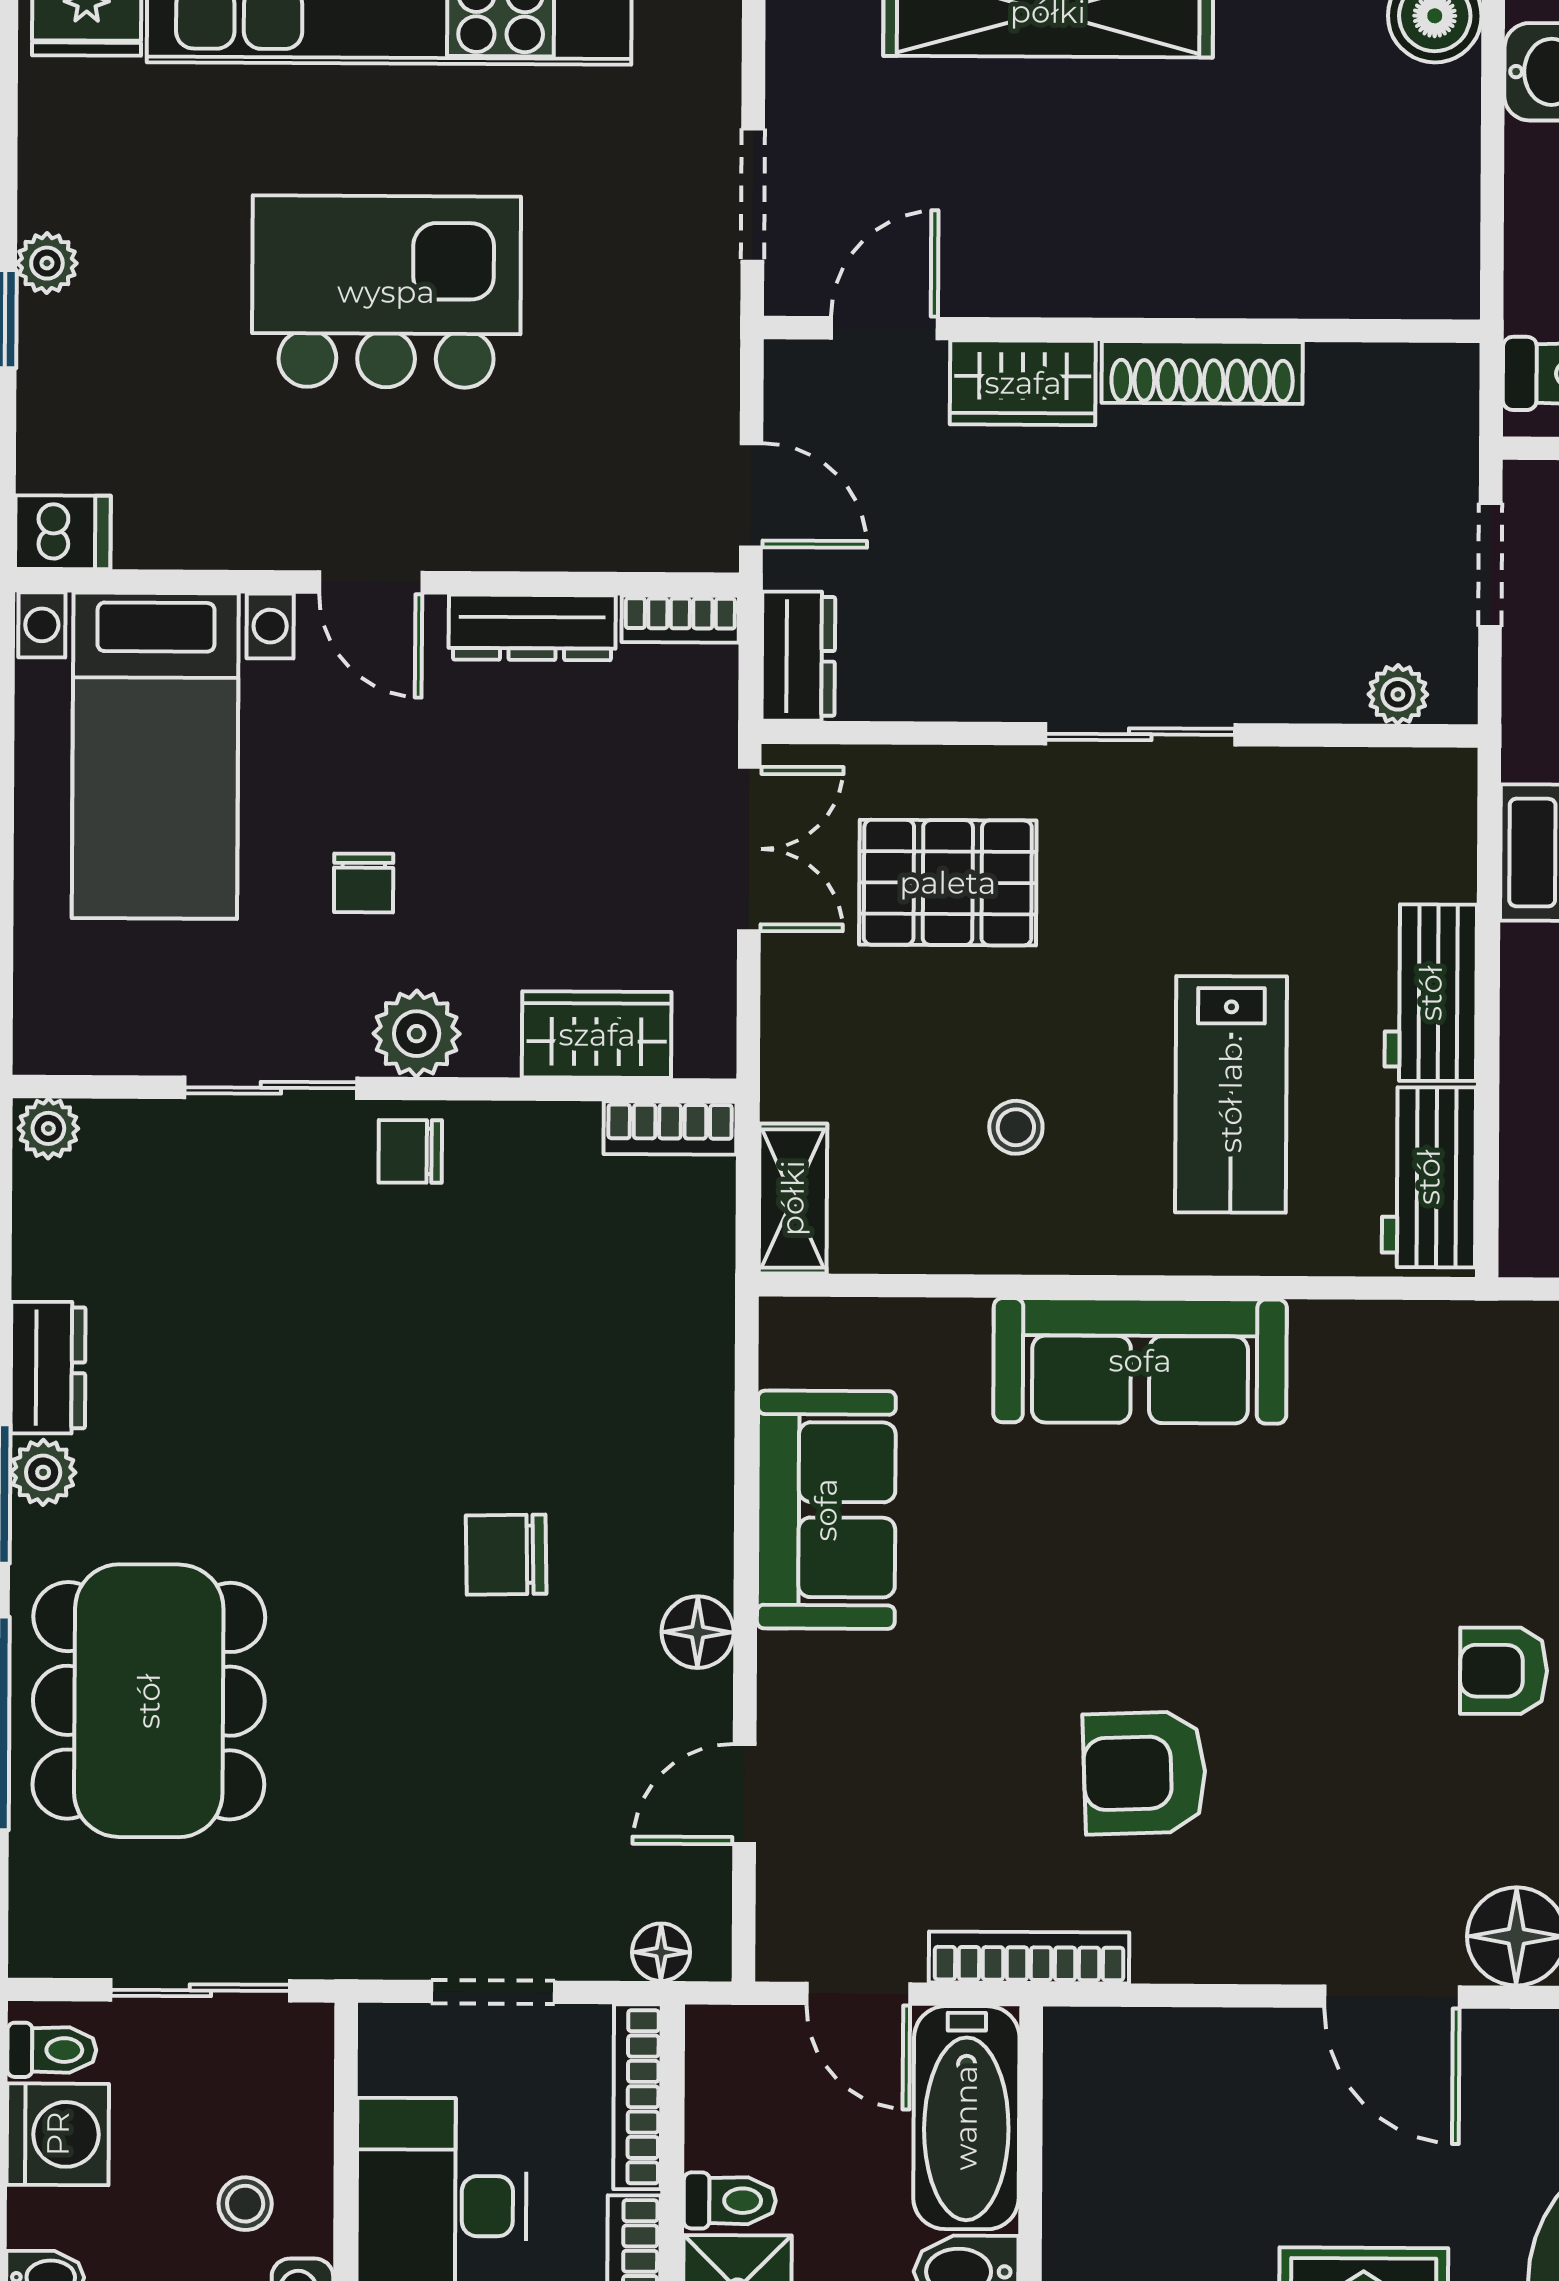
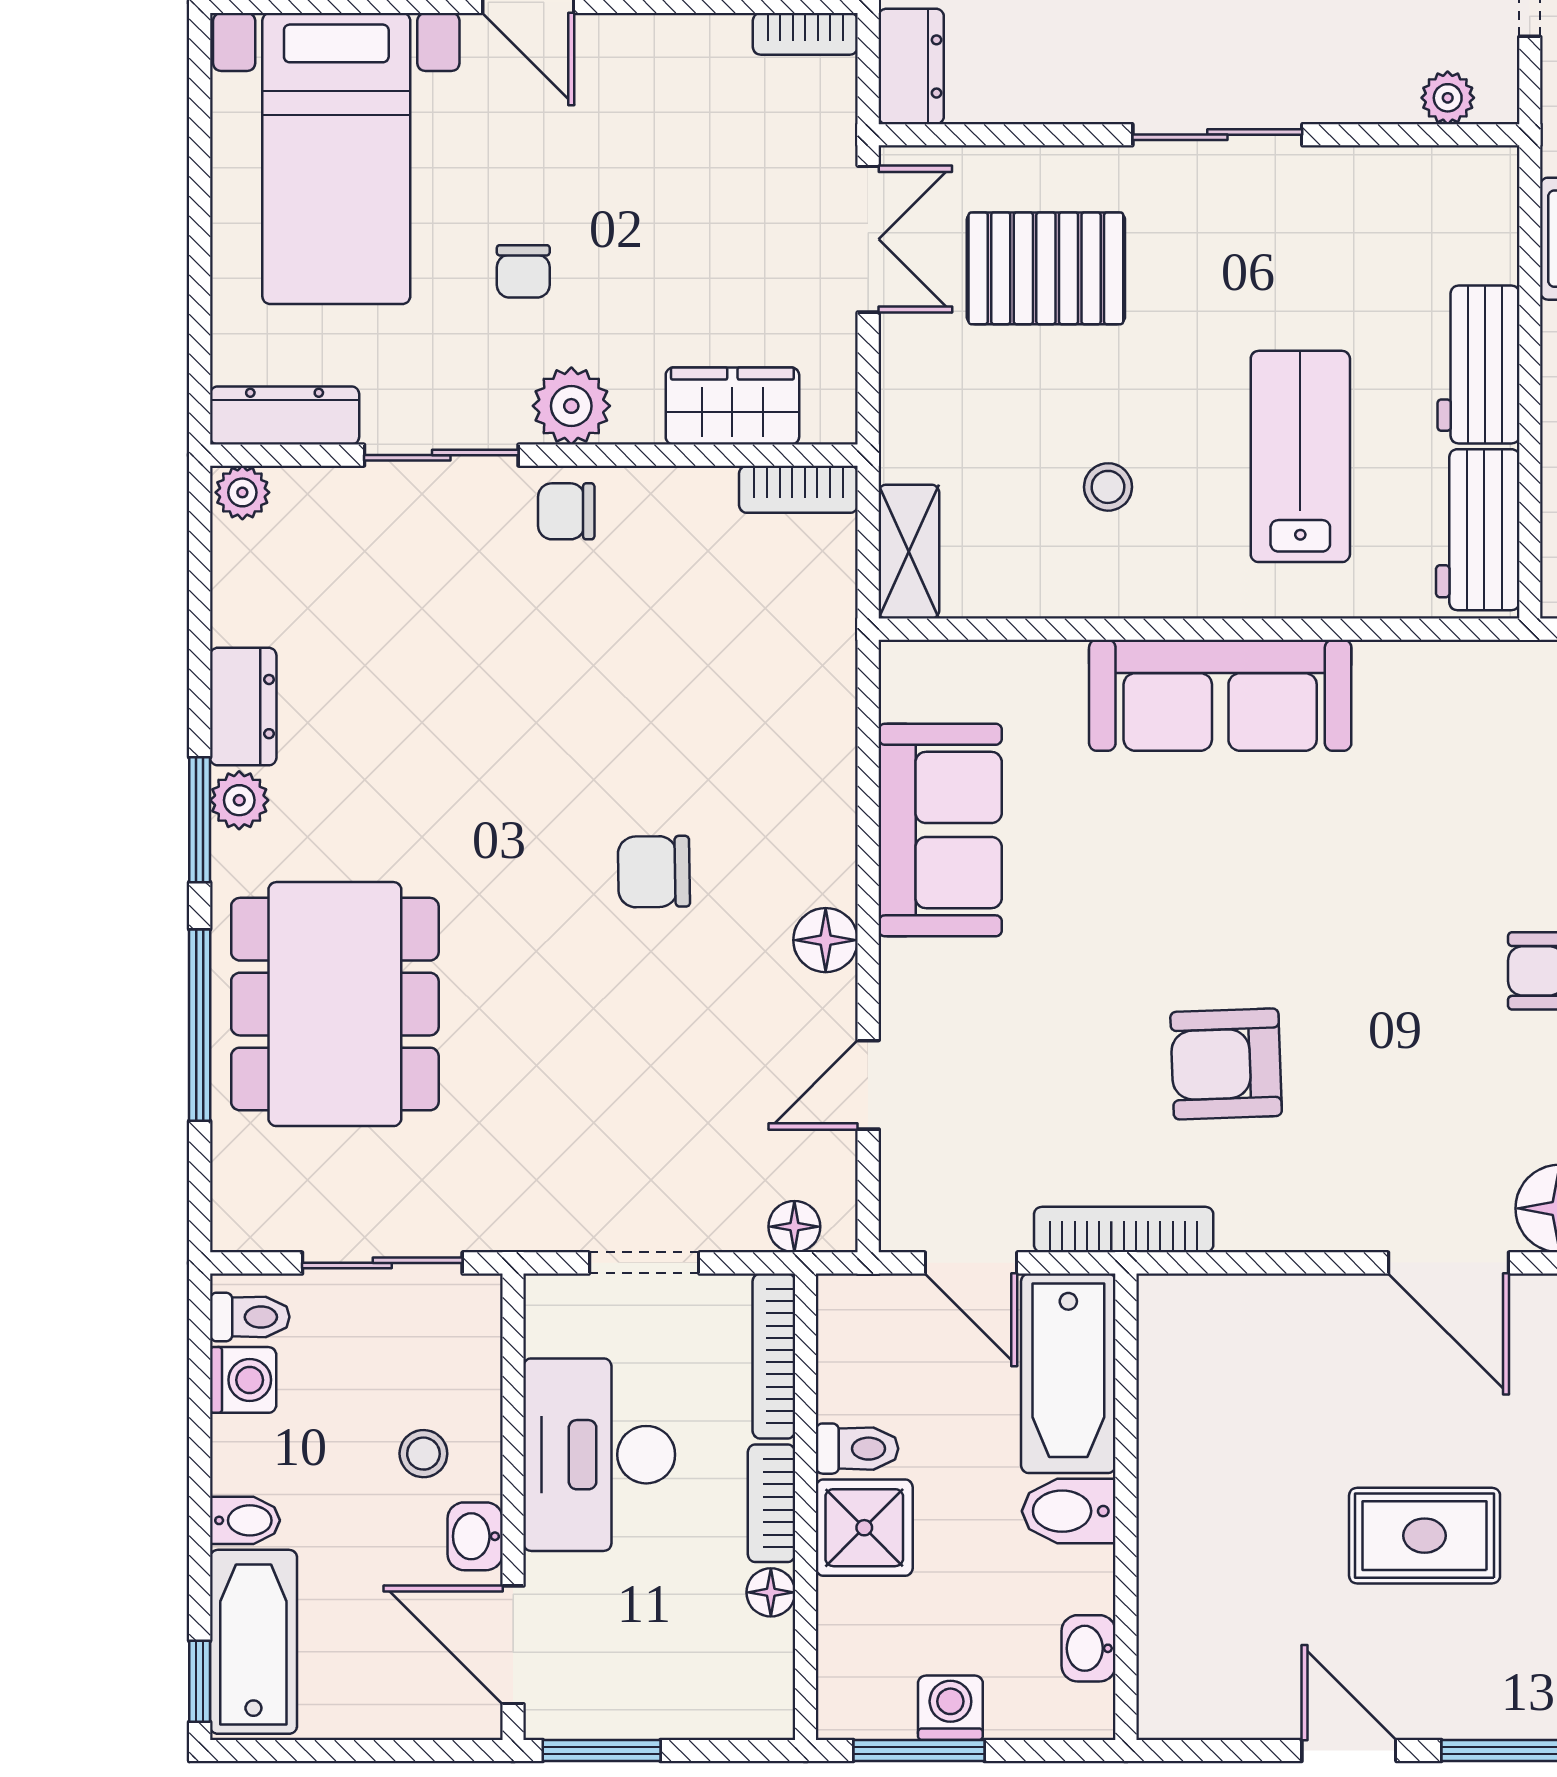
dresser: (532, 627) -> (285, 415), moved, turned 180
lab bench: (1231, 1094) -> (1300, 456), turned 180
washing machine: (58, 2134) -> (243, 1380), width x0.73, depth x0.73

